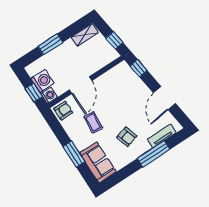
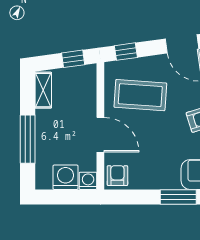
window: (50, 44) -> (28, 139), width x1.44
window: (34, 93) -> (73, 197), removed
coffee table: (93, 122) -> (140, 95), moved, width x1.86, depth x1.72

